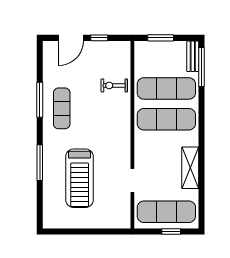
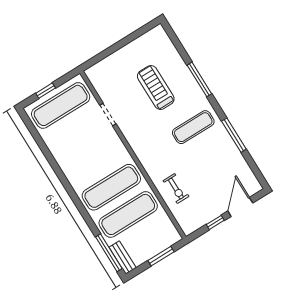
exercise bike: (114, 85) -> (176, 189), turned 90
exercise mat: (62, 108) -> (193, 127), moved, turned 90
shelving: (190, 168) -> (64, 158), removed
treadmill: (80, 178) -> (156, 87), width x0.73, depth x0.73

